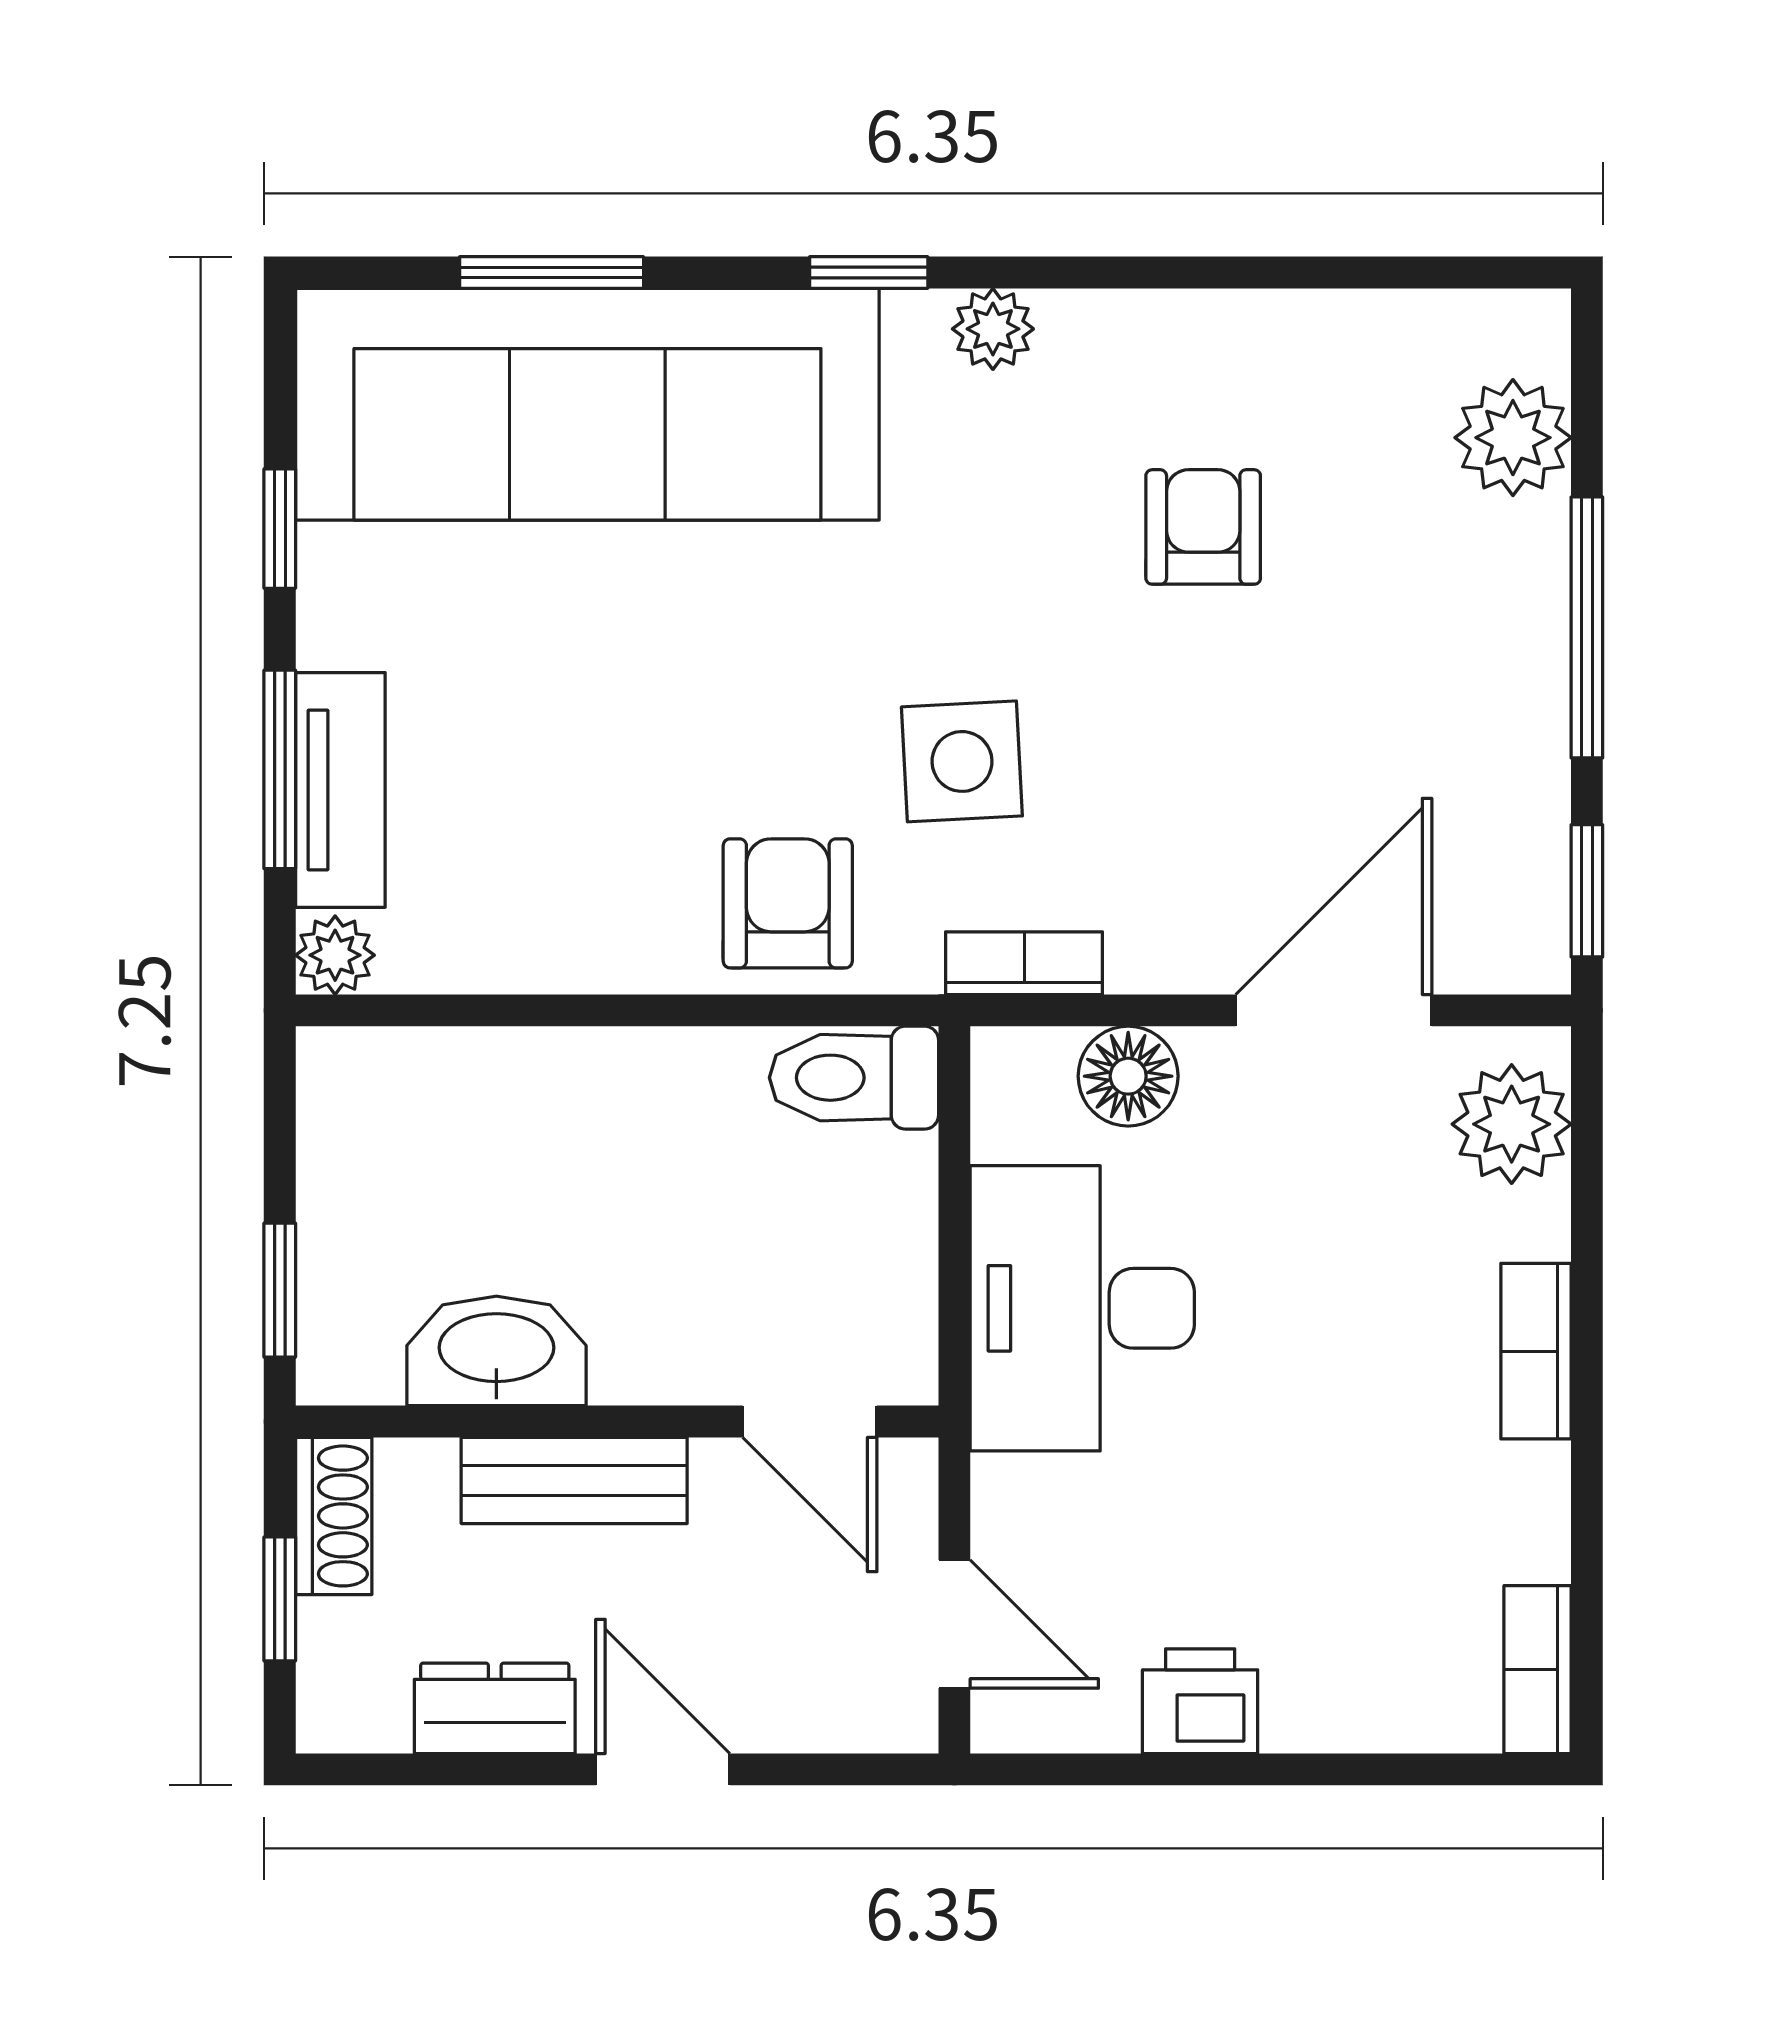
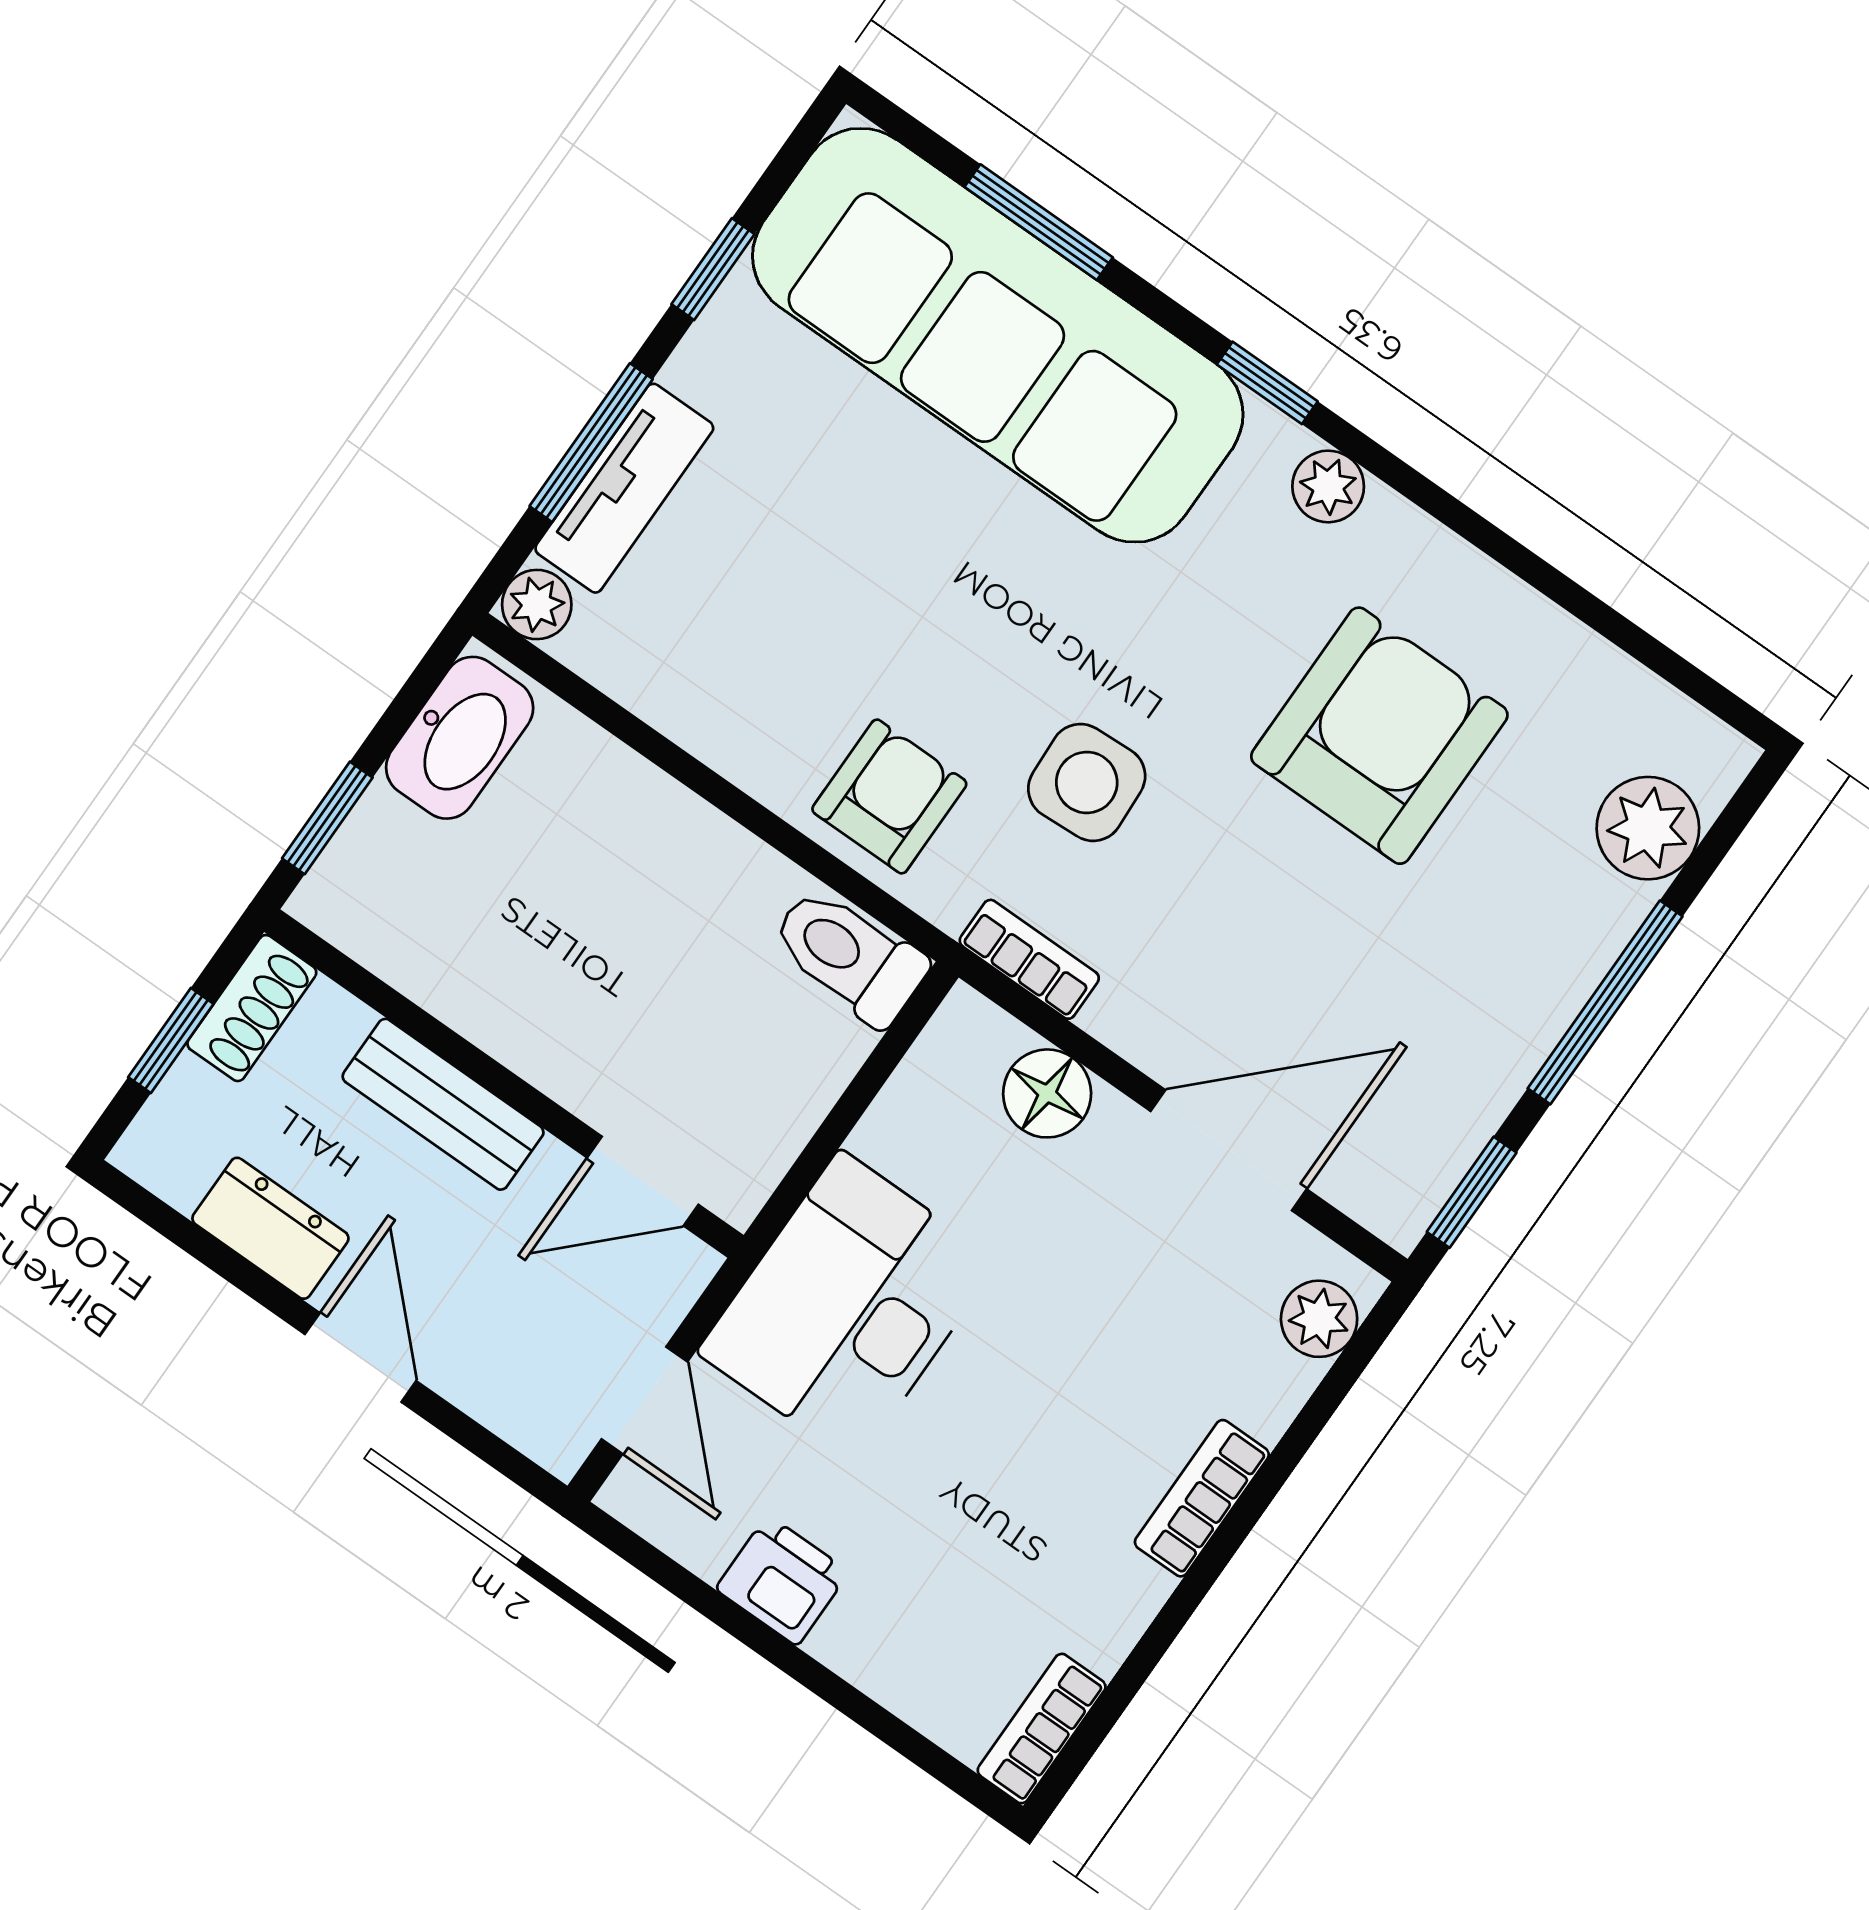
armchair: (1203, 527) -> (1379, 736), width x1.88, depth x1.88
plant: (1512, 1124) -> (1319, 1319), width x0.73, depth x0.73
desk: (1082, 1308) -> (848, 1307), moved
washbasin: (496, 1351) -> (460, 738), moved, turned 90
door: (810, 1422) -> (643, 1181), hinge flipped

